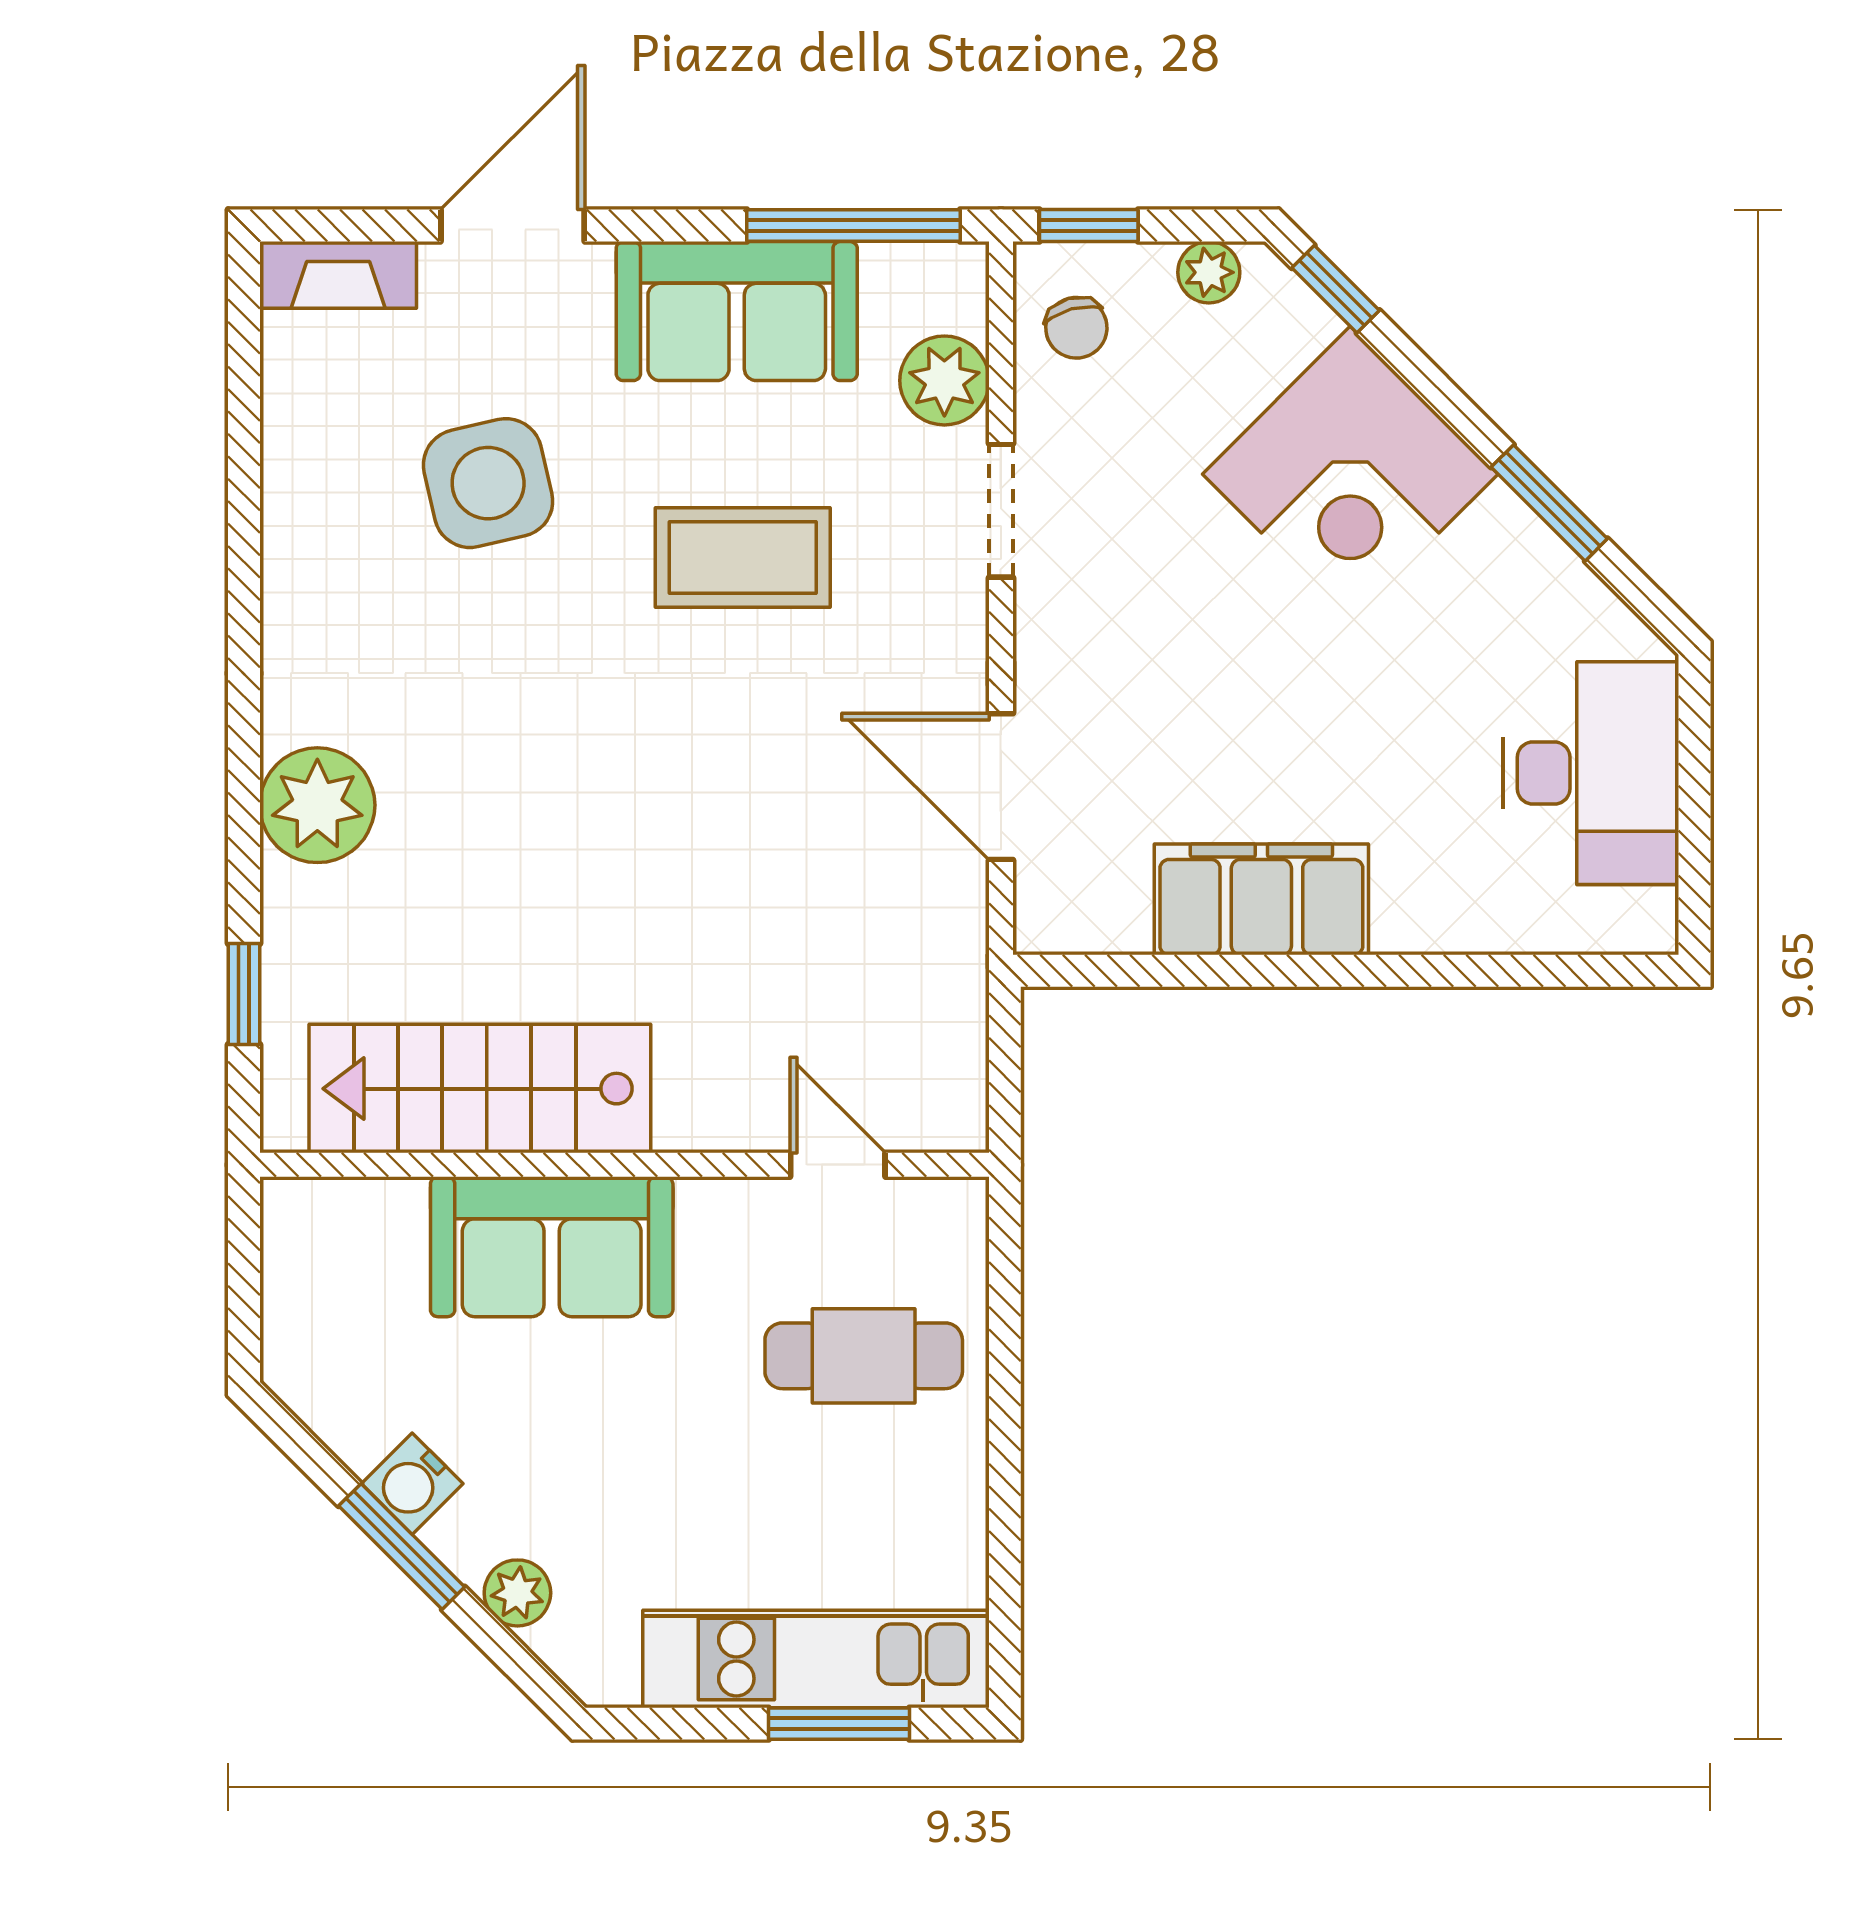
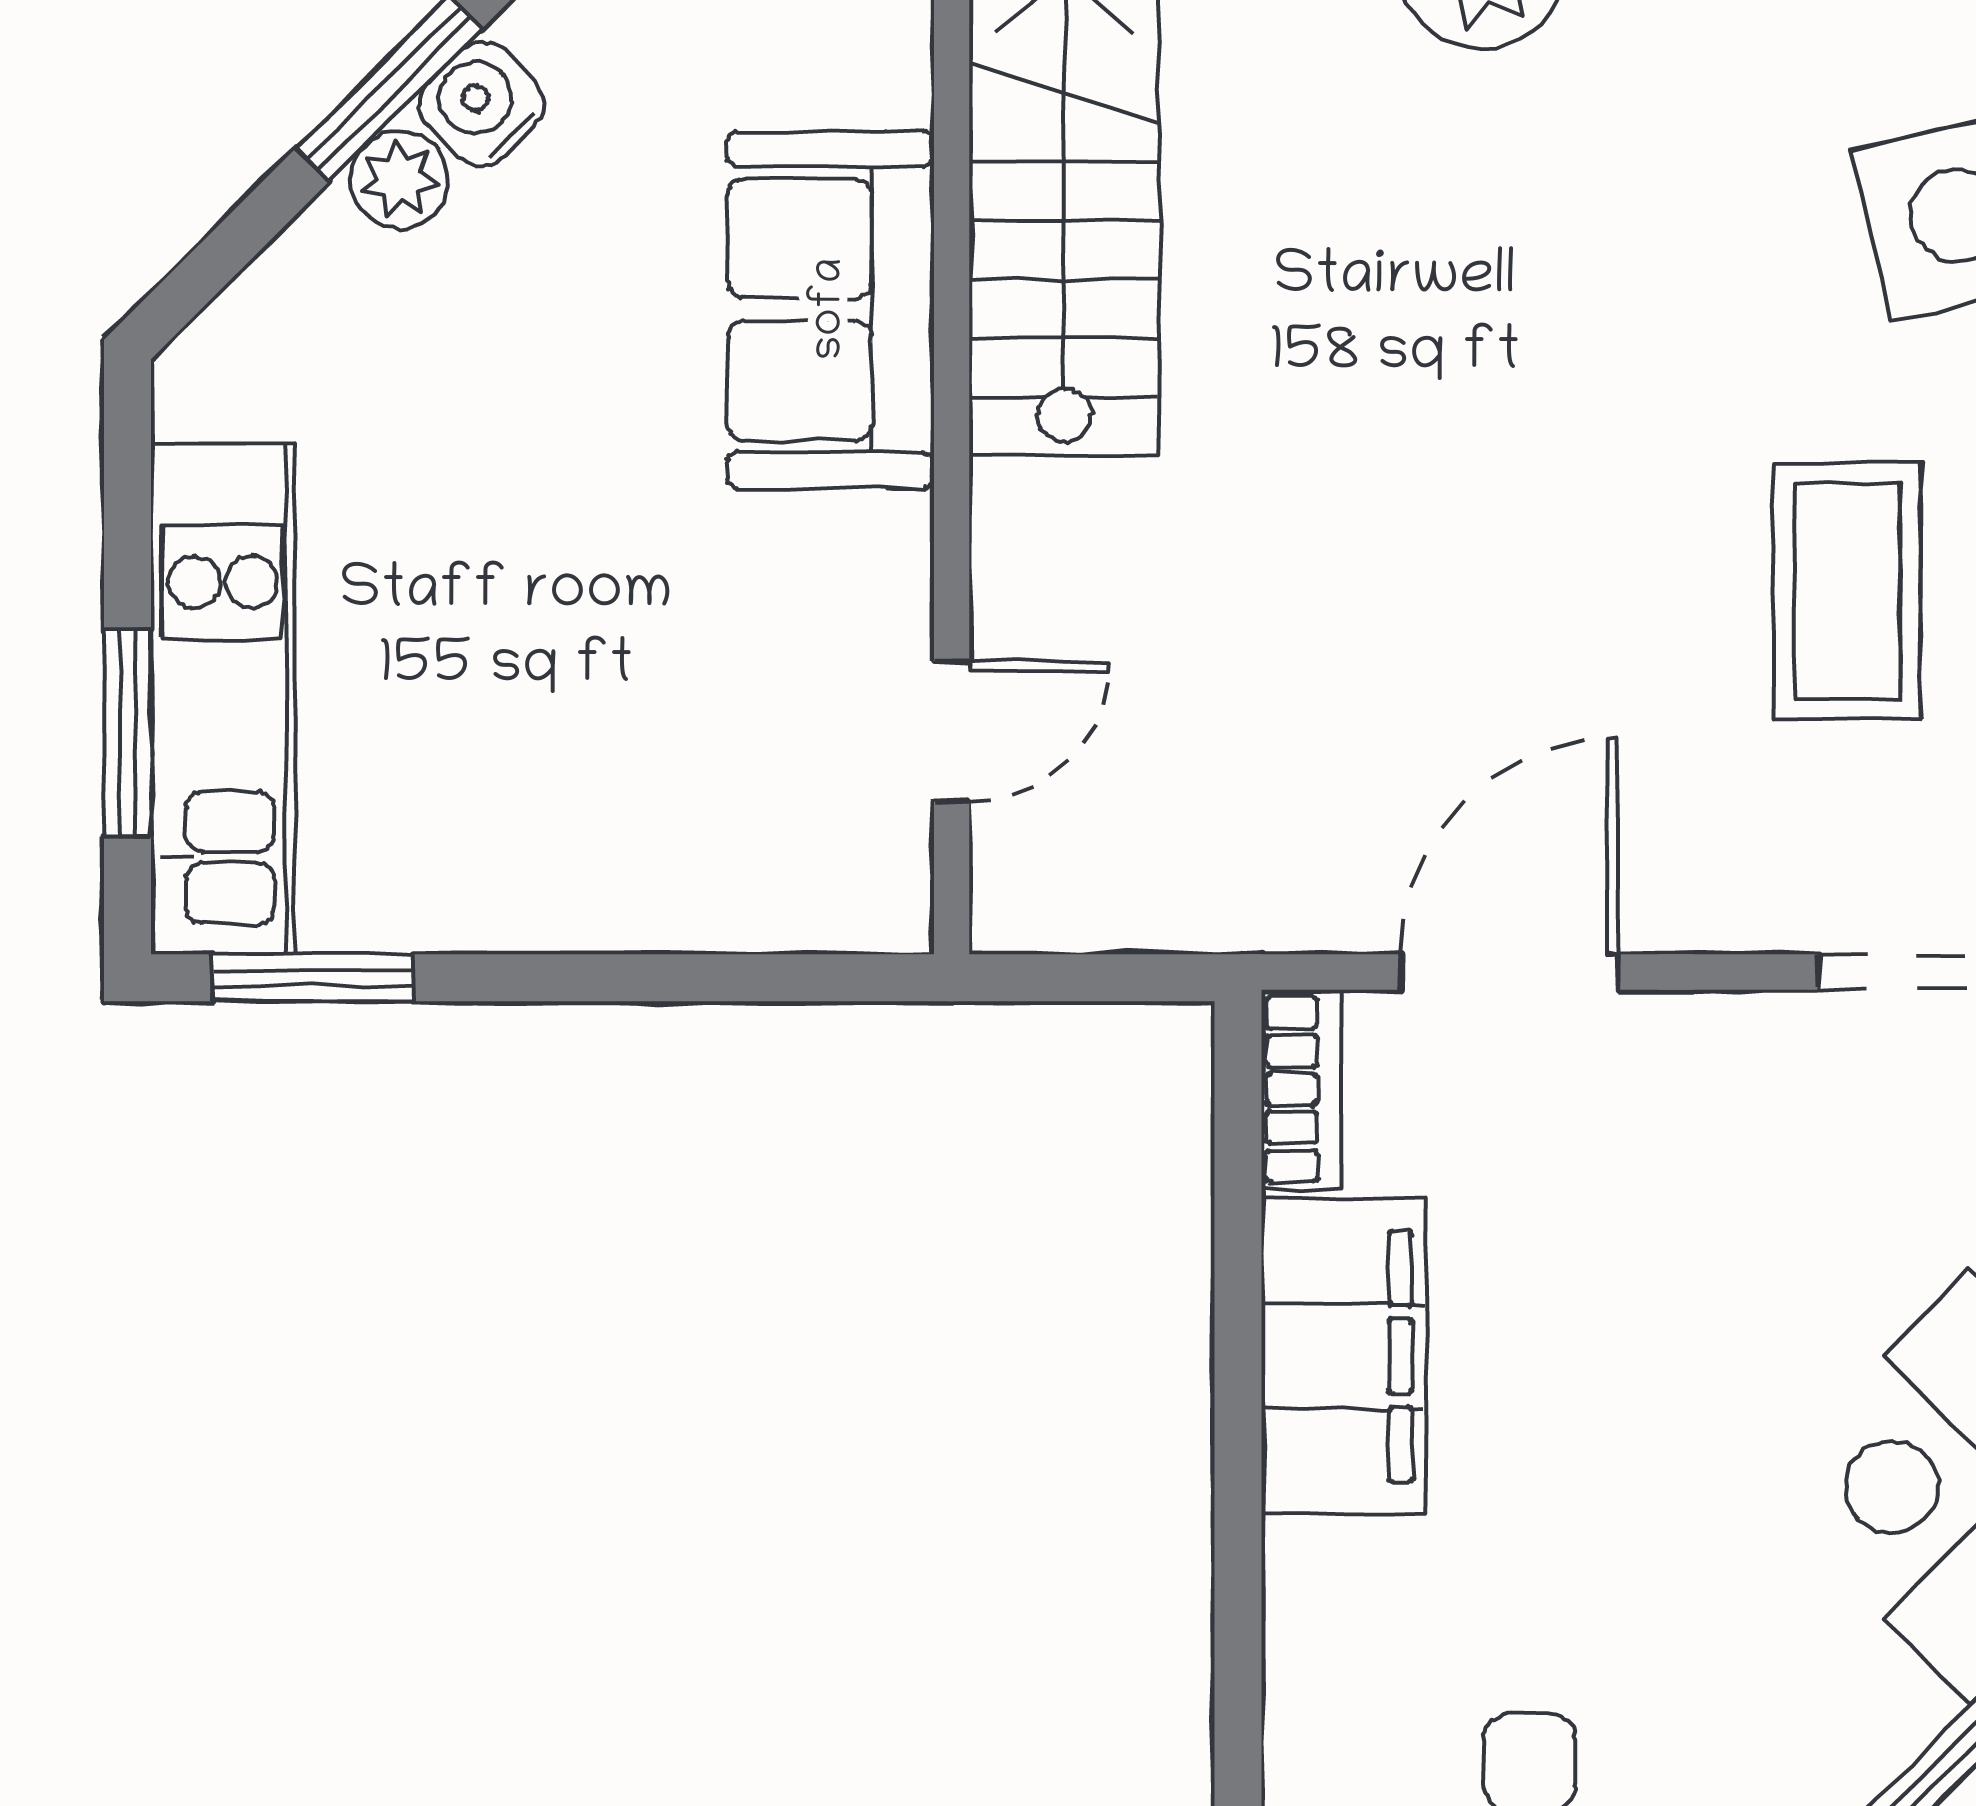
bookcase: (1080, 928) -> (1301, 1089), added
cafe table: (864, 1356) -> (670, 770), removed
plant: (517, 1593) -> (400, 180), moved
window: (1005, 1598) -> (313, 978), added

